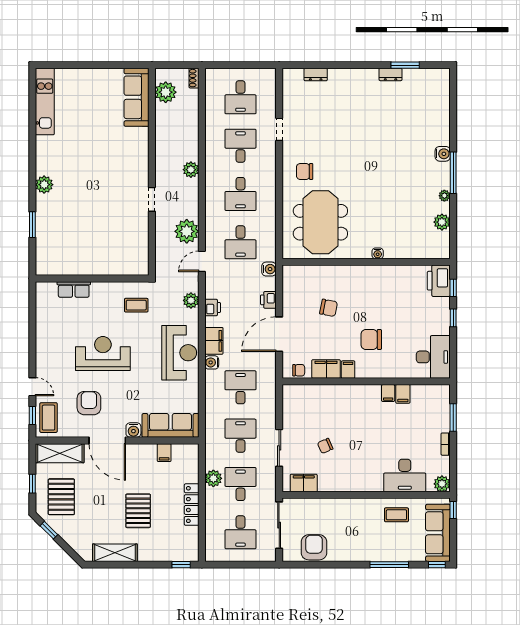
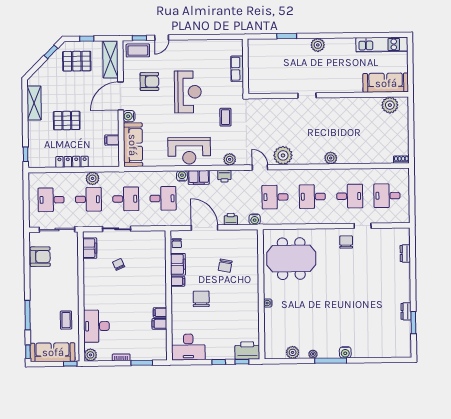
plant: (166, 92) -> (390, 105), moved
sofa: (136, 97) -> (386, 83), moved
chair: (305, 171) -> (346, 242), moved
wall: (152, 172) -> (328, 95), moved
doorway: (152, 199) -> (307, 96), moved

